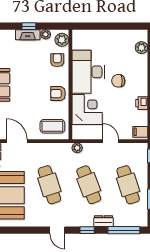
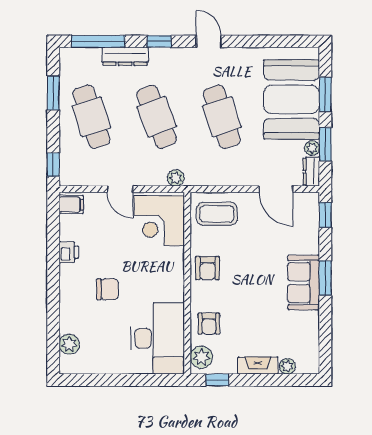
window: (29, 26) -> (217, 380), moved
plant: (46, 34) -> (287, 366), moved
desk: (88, 72) -> (158, 338), moved
armchair: (58, 94) -> (208, 268), turned 90
corner desk: (87, 109) -> (159, 221), moved
dresser: (103, 221) -> (125, 56), width x1.44

